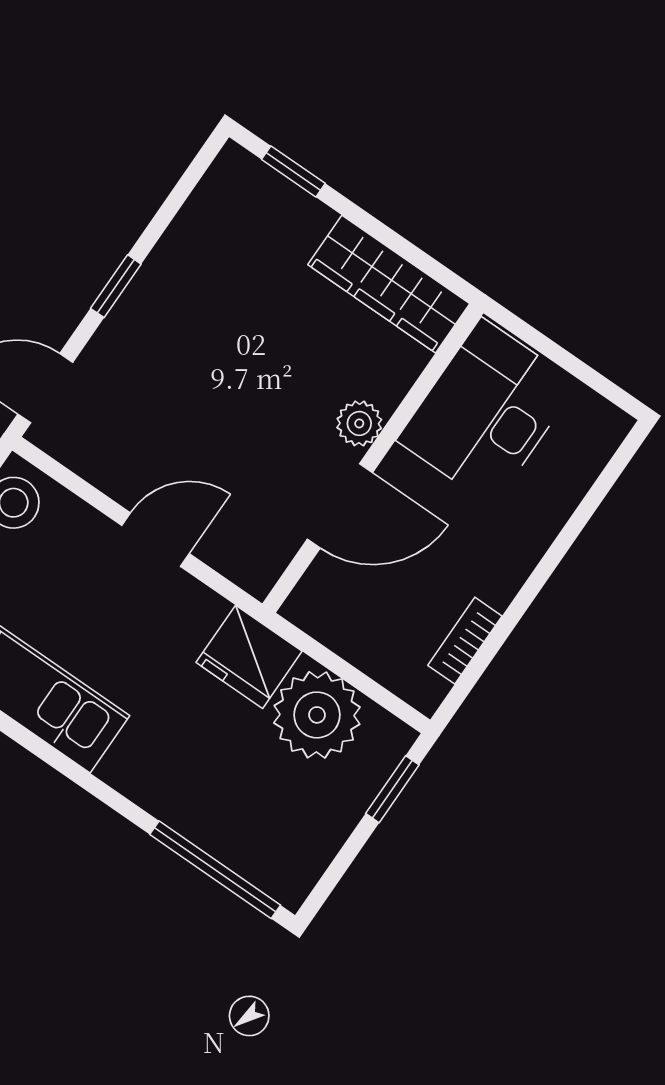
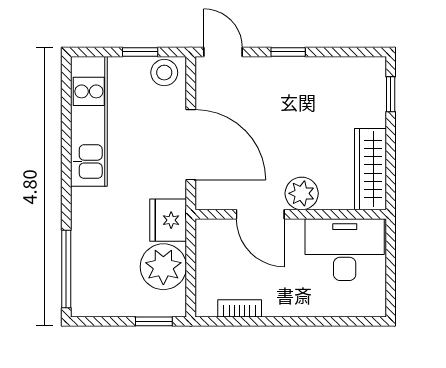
plant: (359, 423) -> (302, 193), width x1.38, depth x1.38
door: (155, 540) -> (191, 145), width x1.87

